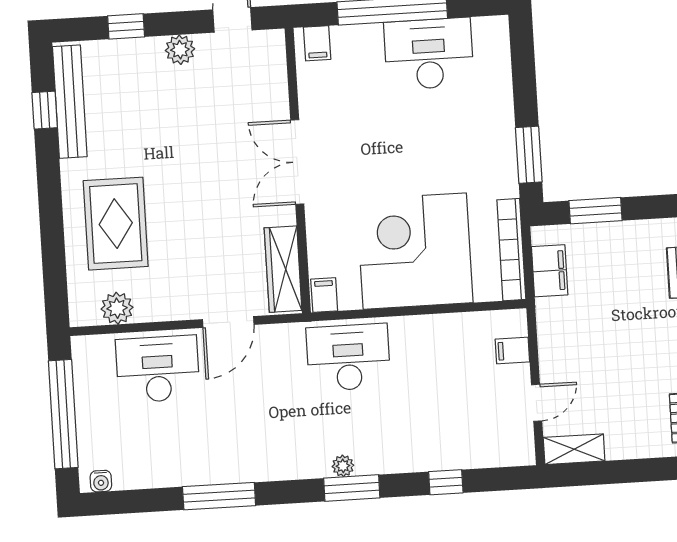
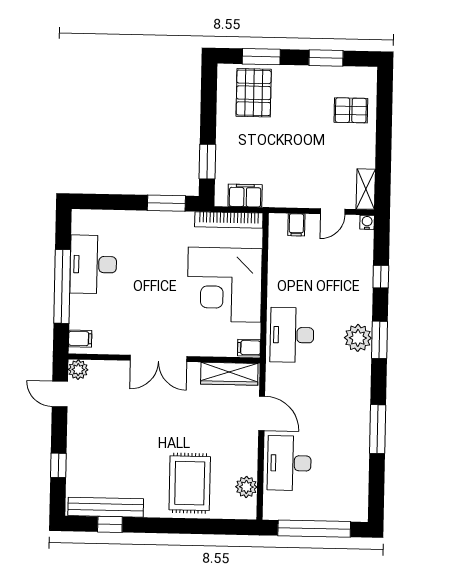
plant: (180, 50) -> (78, 370), moved
rug: (116, 224) -> (190, 483), turned 90
door: (537, 403) -> (333, 212), swing flipped
plant: (343, 466) -> (358, 338), width x1.87, depth x1.87
water cooler: (101, 481) -> (367, 222), moved, turned -90

